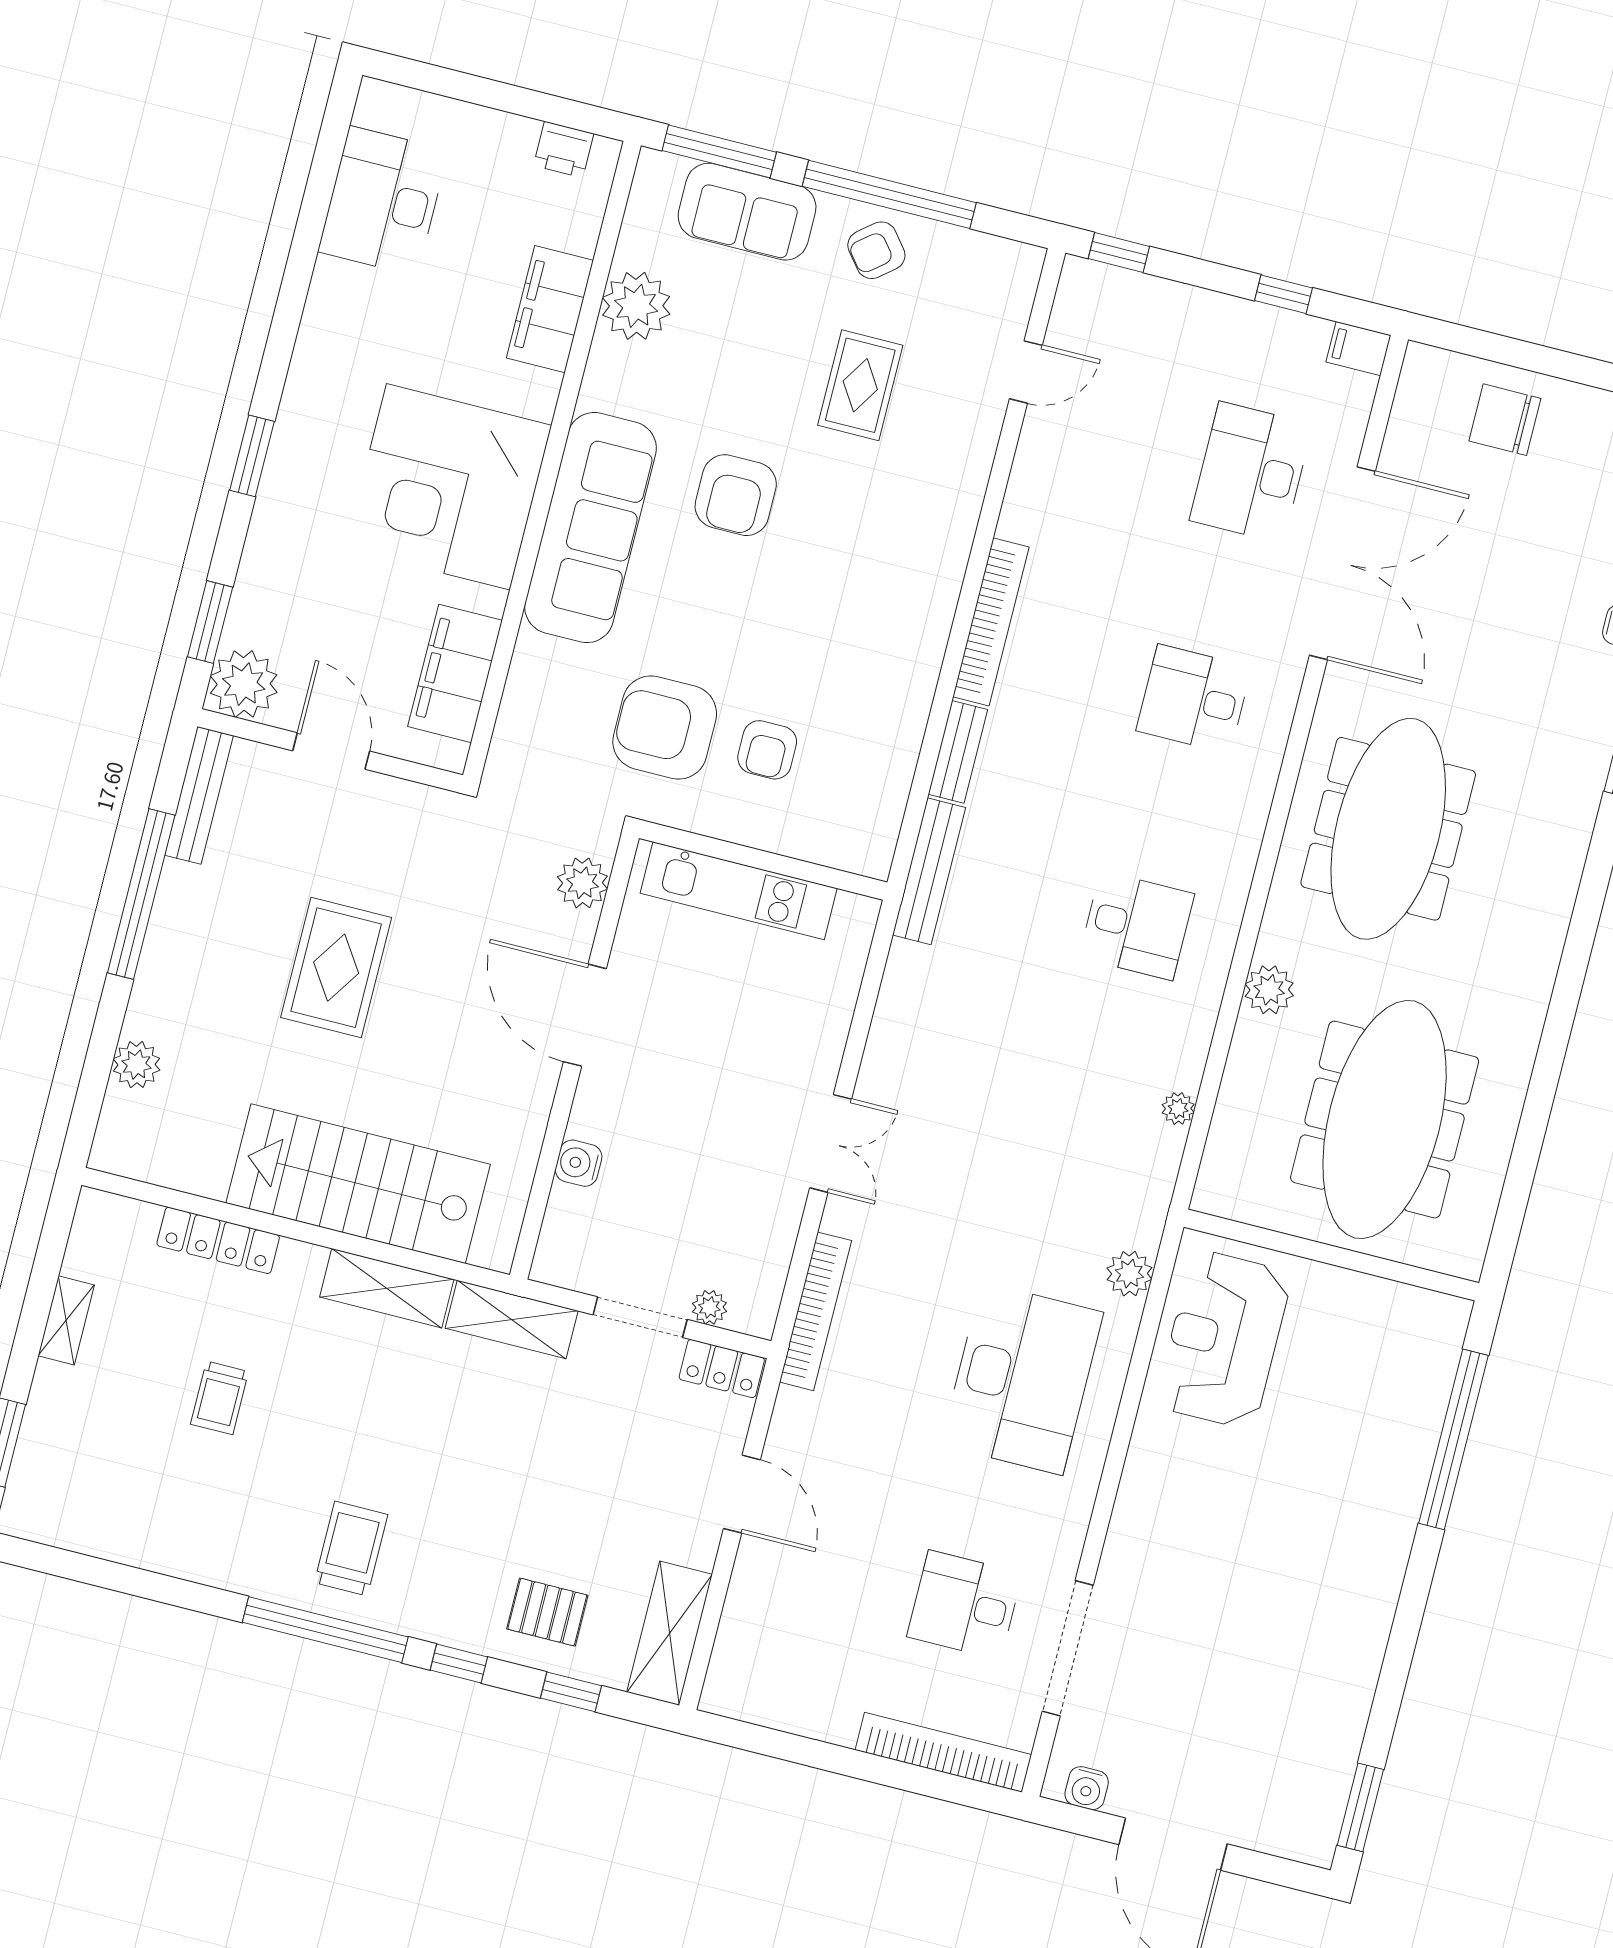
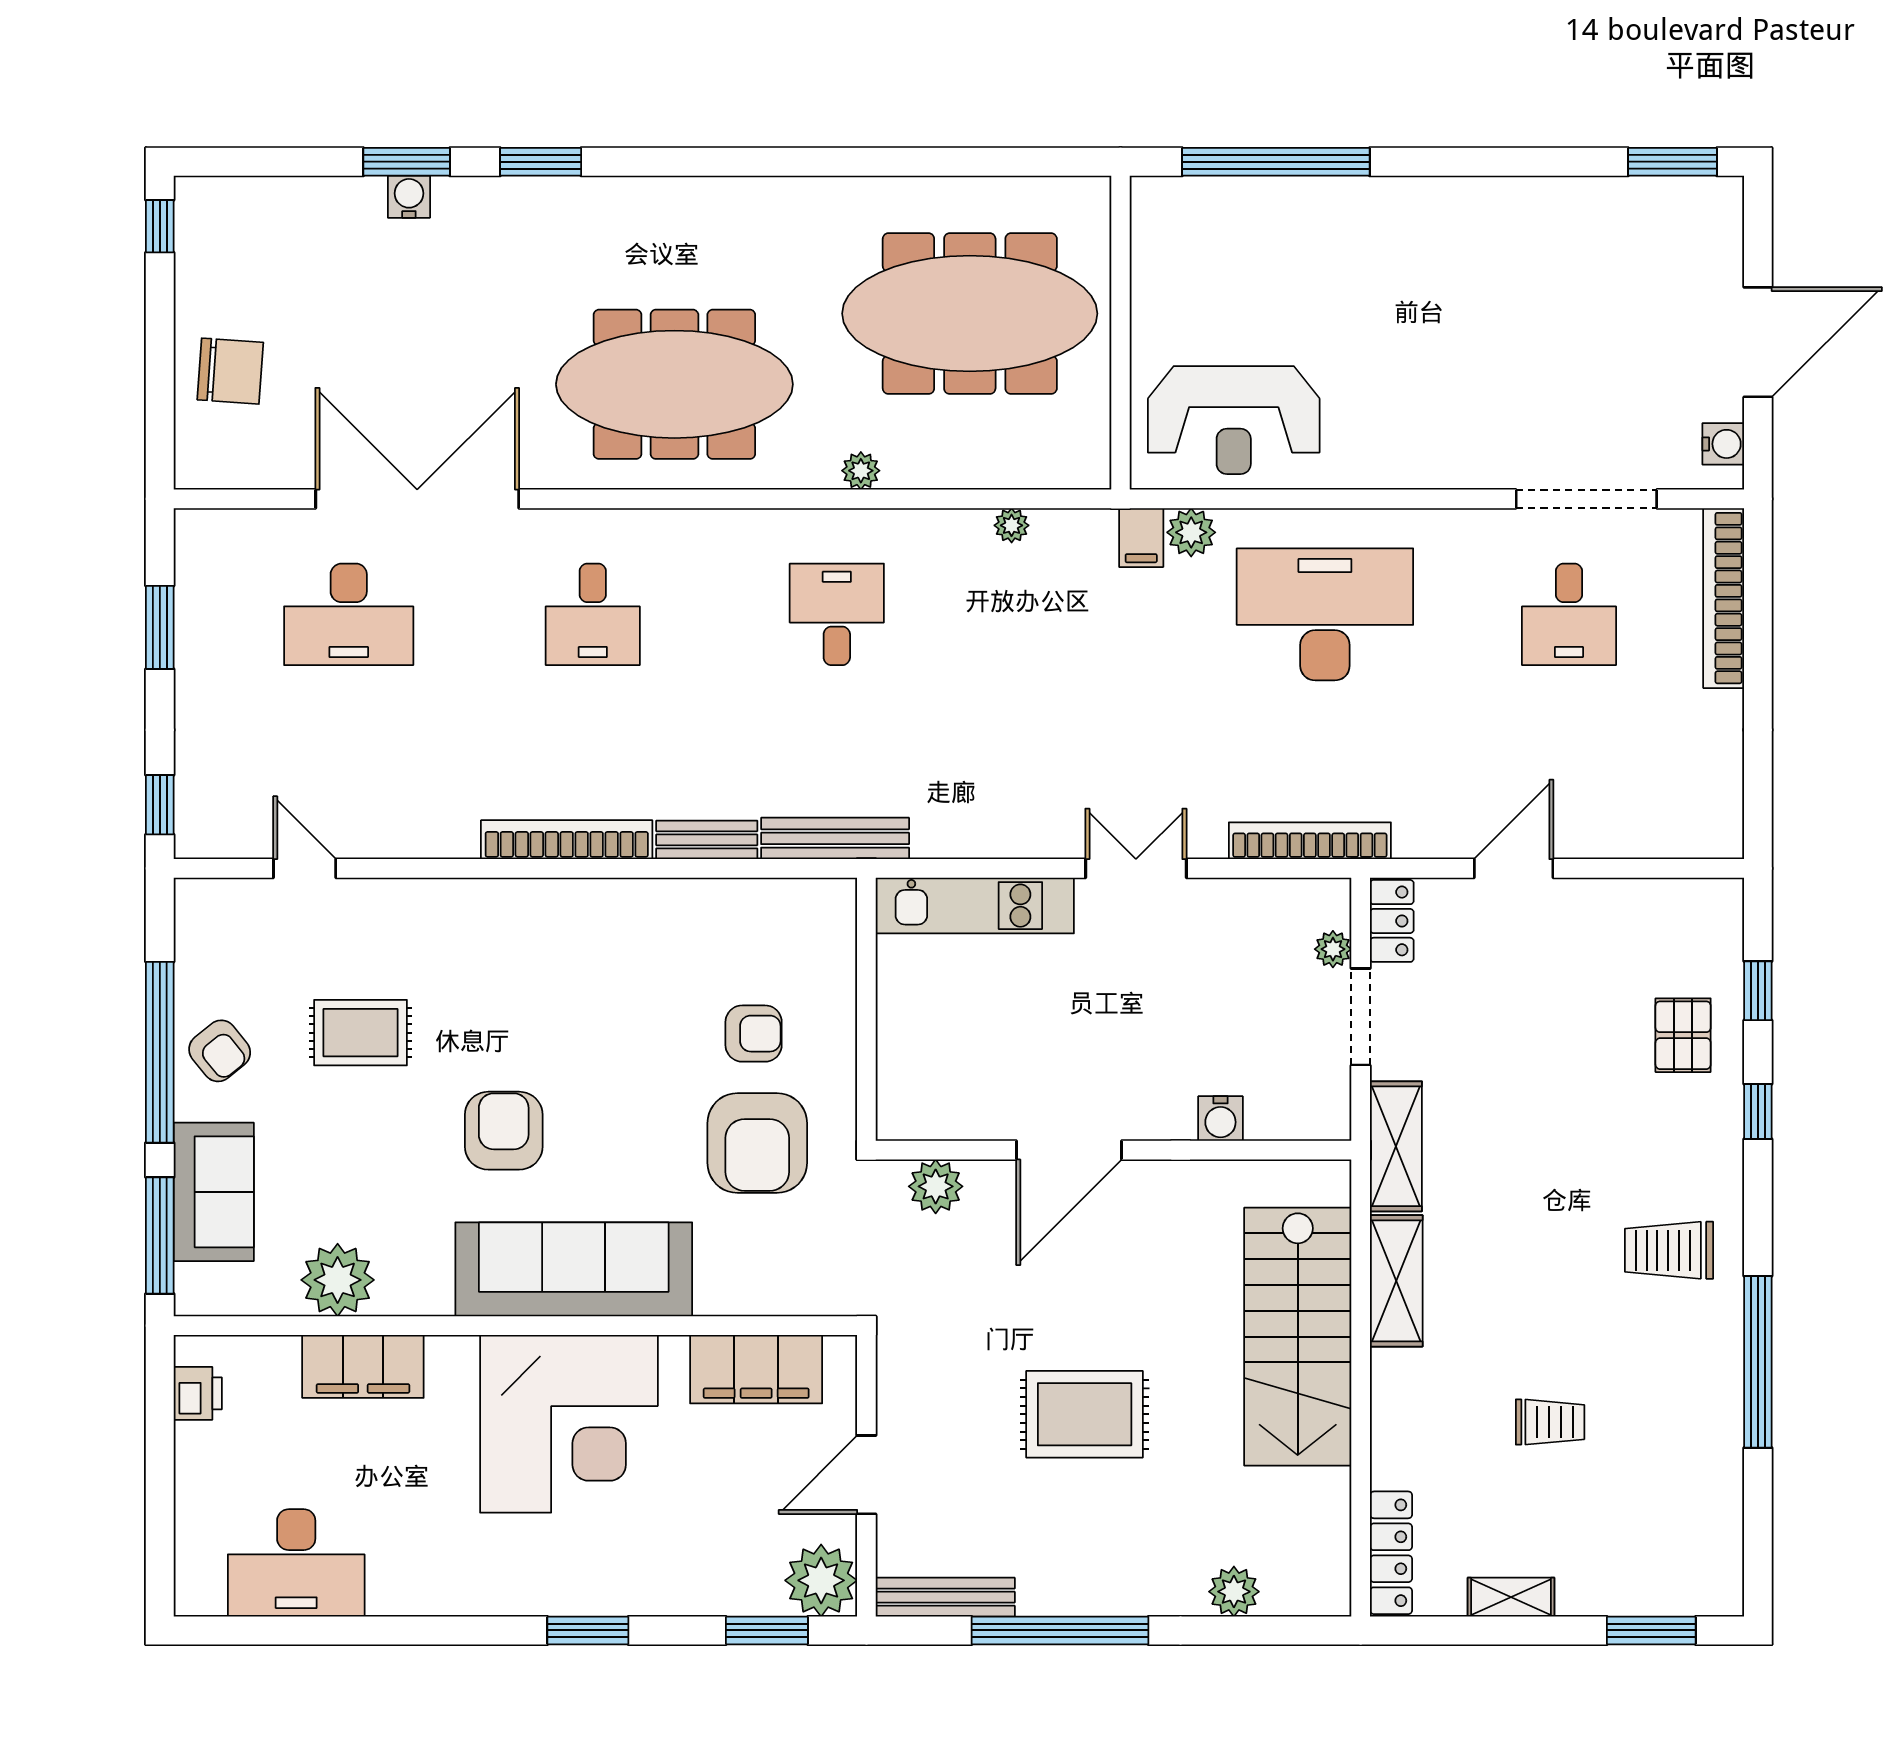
window: (1284, 294) -> (160, 627), width x1.50
filing cabinet: (1358, 349) -> (1141, 538), moved
chair: (1505, 420) -> (230, 371), turned -86
armchair: (736, 495) -> (504, 1131), turned -90
kitchen unit: (739, 891) -> (975, 906), moved, turned 90
plant: (1269, 990) -> (861, 471), width x0.73, depth x0.73
locker: (218, 1240) -> (1391, 1553), moved
window: (325, 1630) -> (1758, 1362), moved
shelving: (670, 1633) -> (1673, 906), removed

